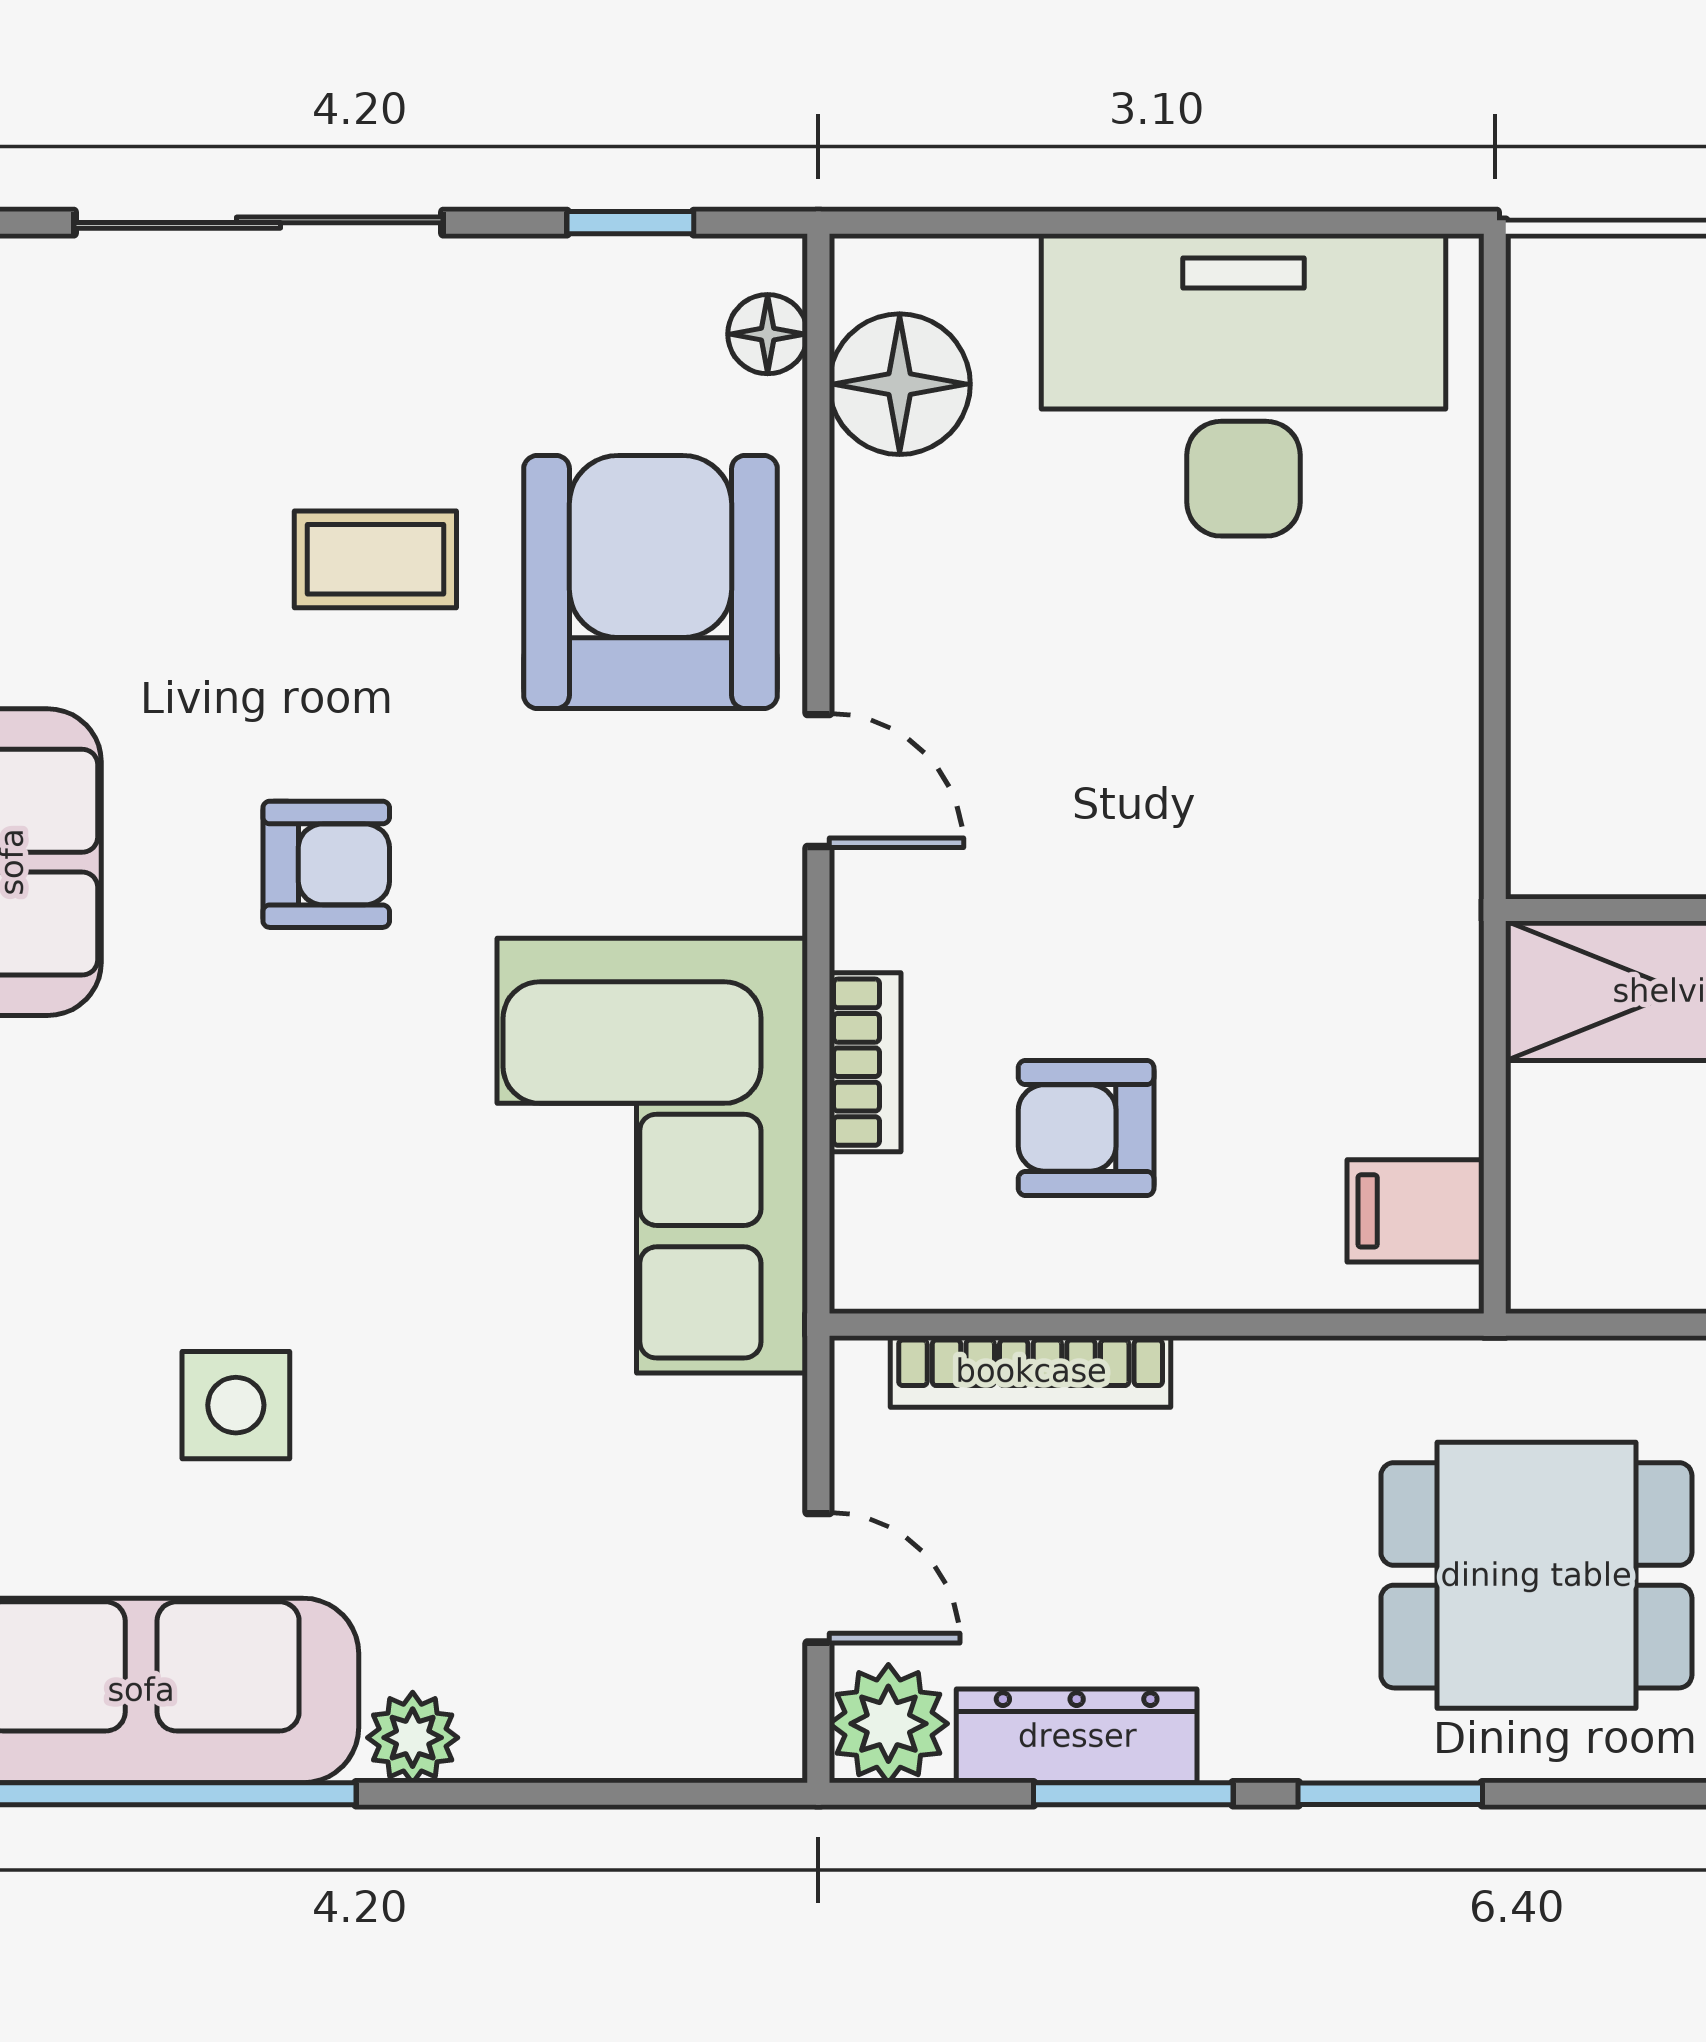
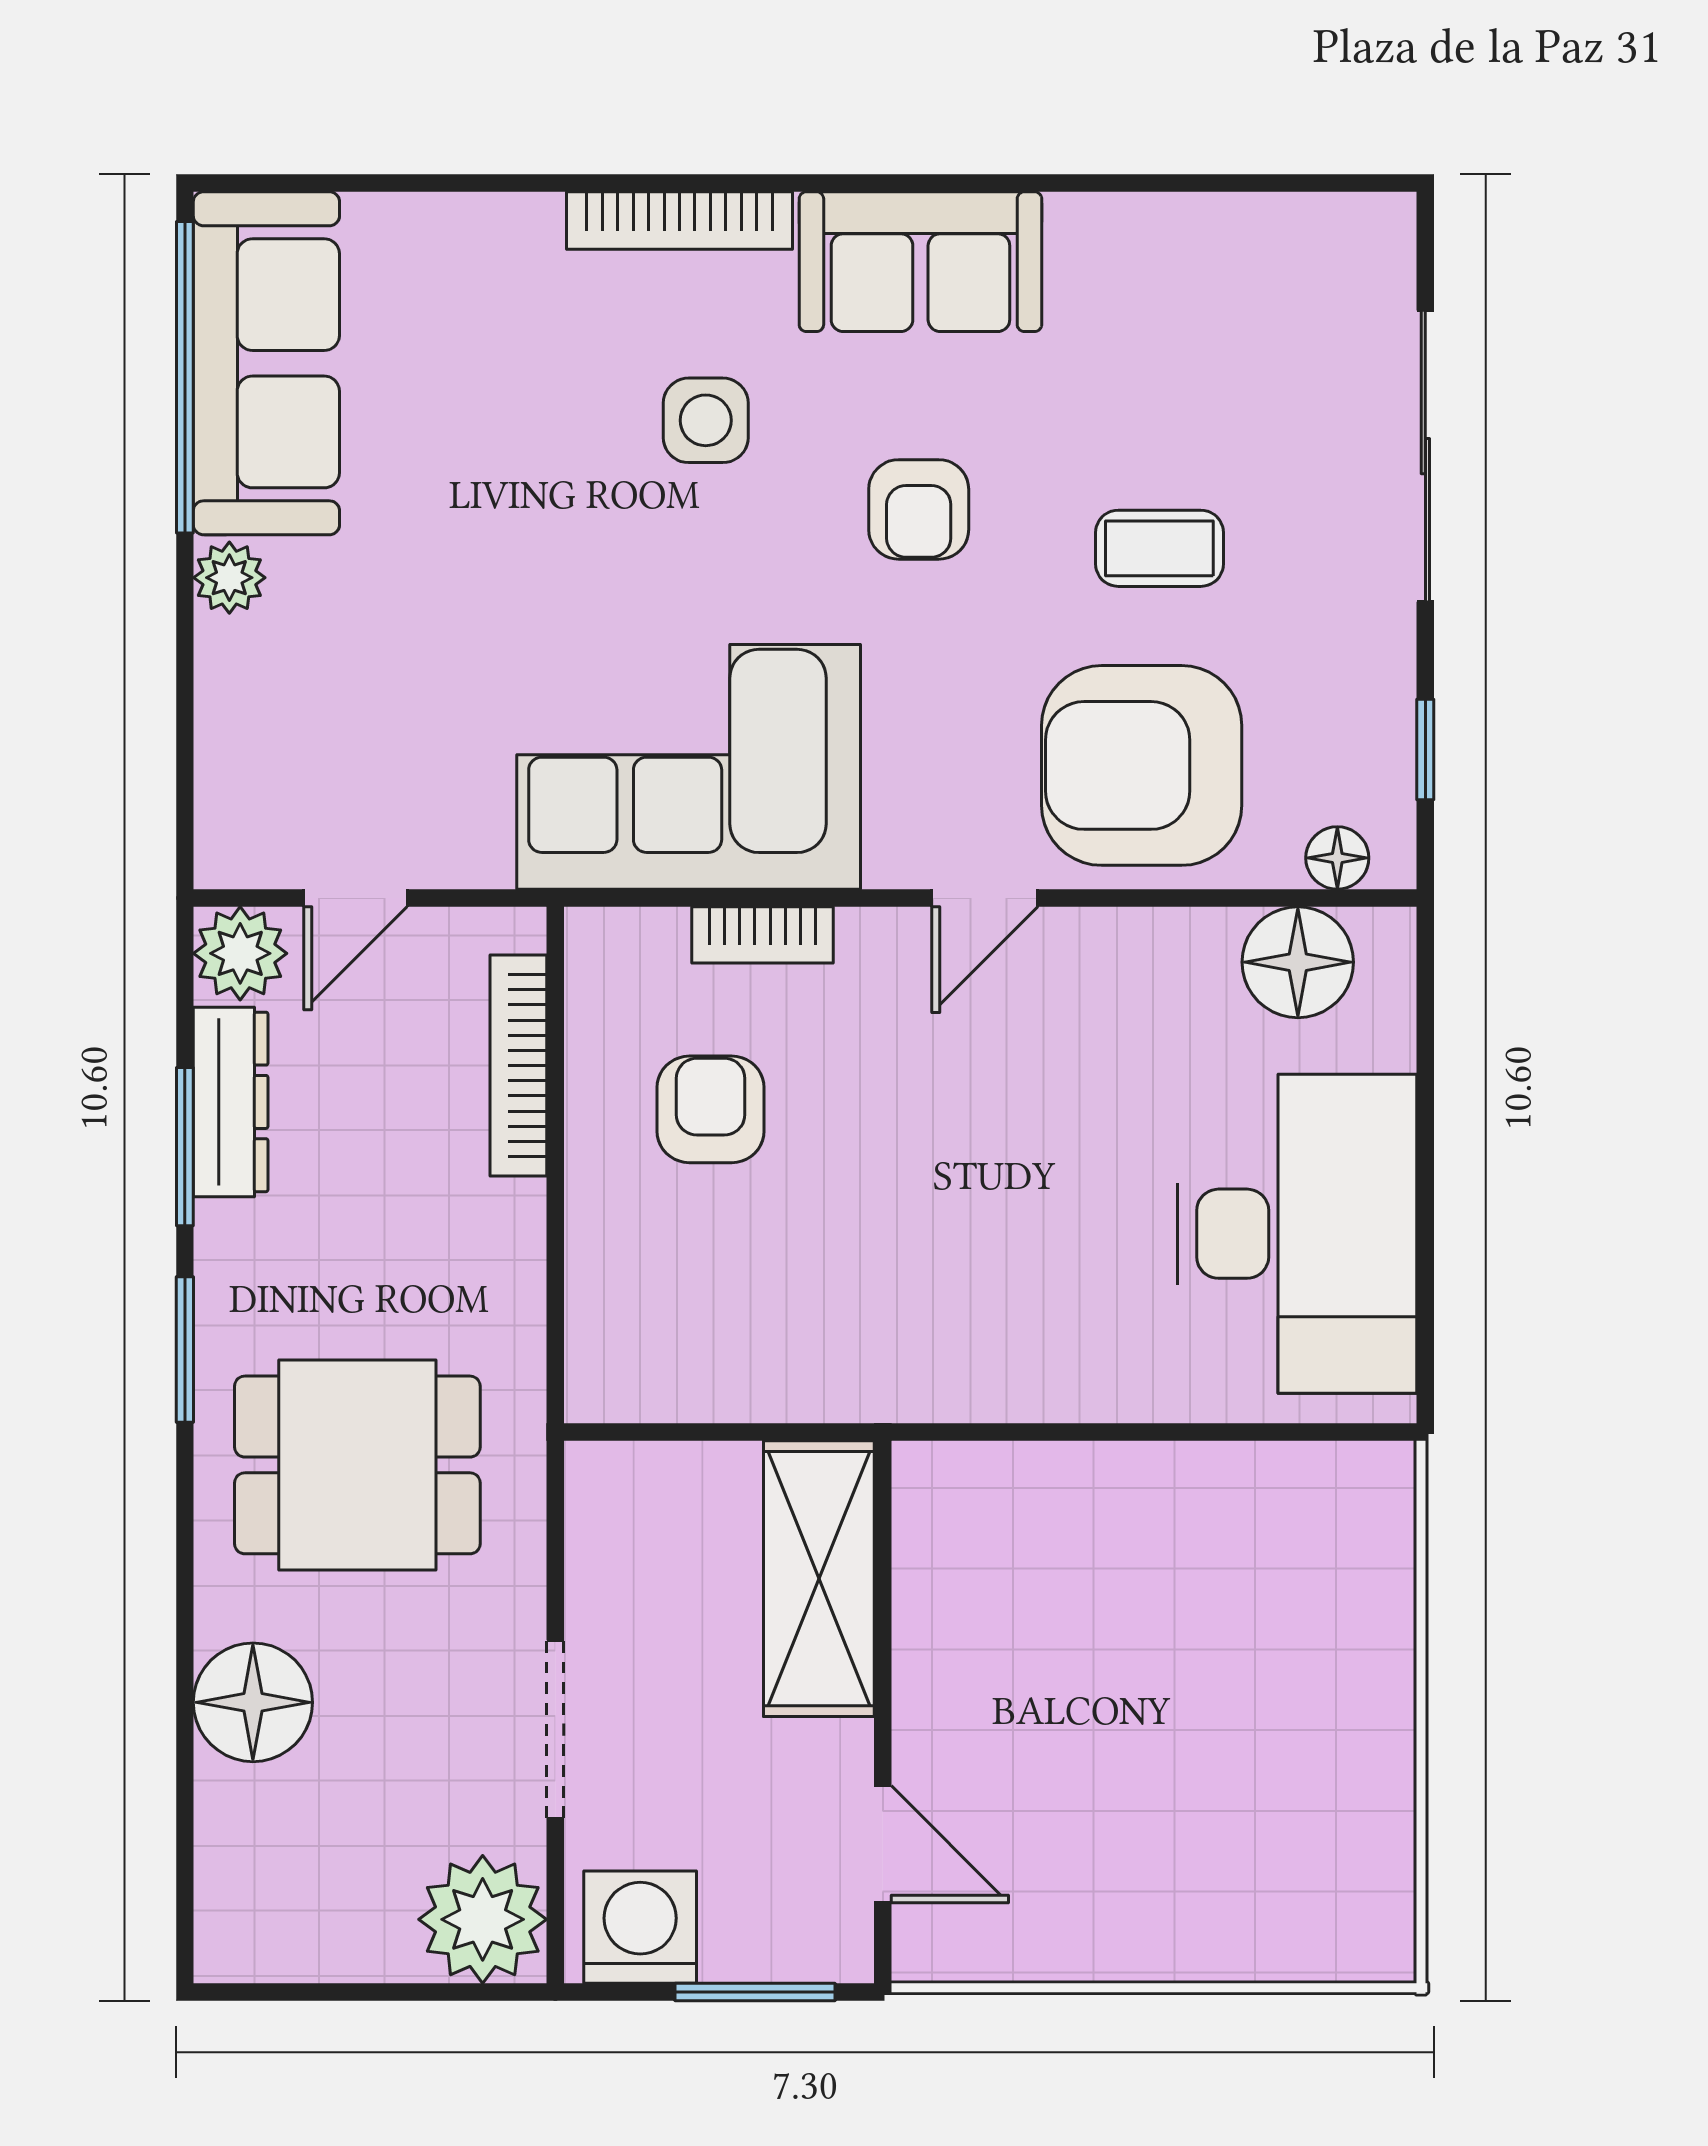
coffee table: (375, 559) -> (1159, 548), turned 90
armchair: (650, 582) -> (1142, 765), turned 180
filing cabinet: (1416, 1211) -> (645, 1369), removed
side table: (236, 1405) -> (706, 420), moved
dining table: (1536, 1575) -> (357, 1465), turned 90

